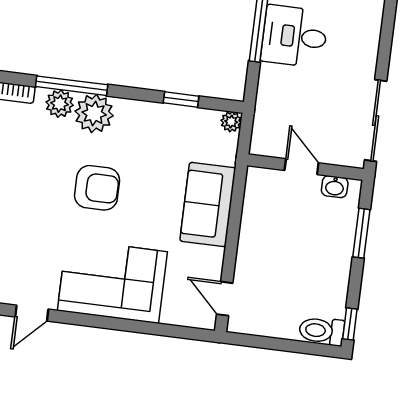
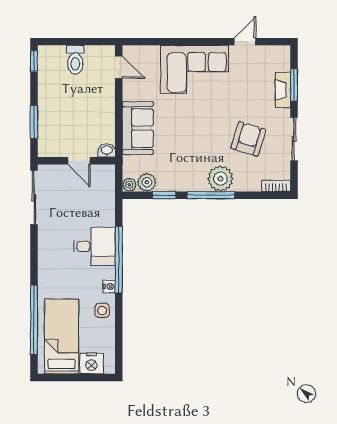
window: (72, 86) -> (211, 195), moved
plant: (60, 104) -> (147, 182), moved
washbasin: (335, 187) -> (107, 150), moved
armchair: (97, 188) -> (248, 139), moved, turned 107
toilet: (322, 331) -> (75, 60), moved, turned 90

